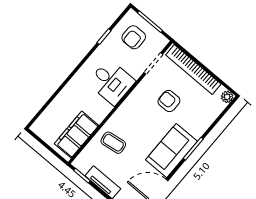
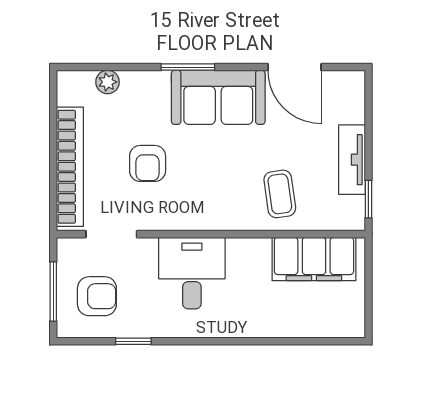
plant: (227, 97) -> (108, 82), moved

